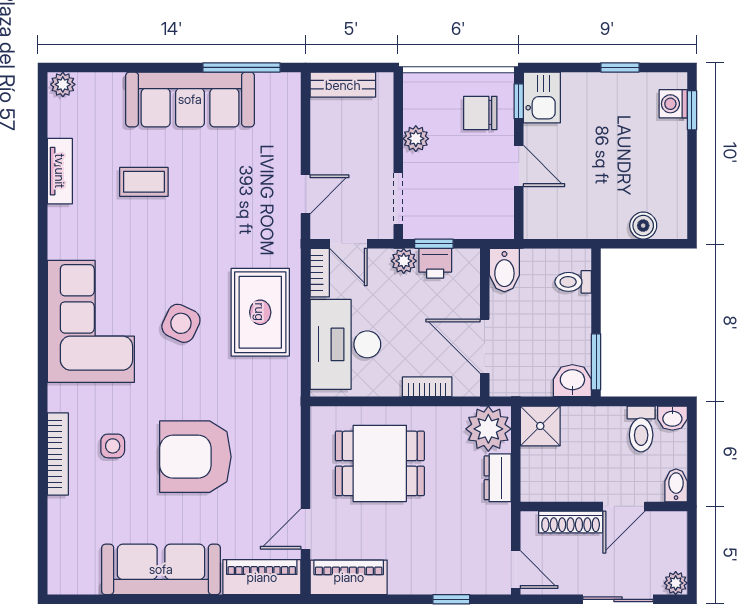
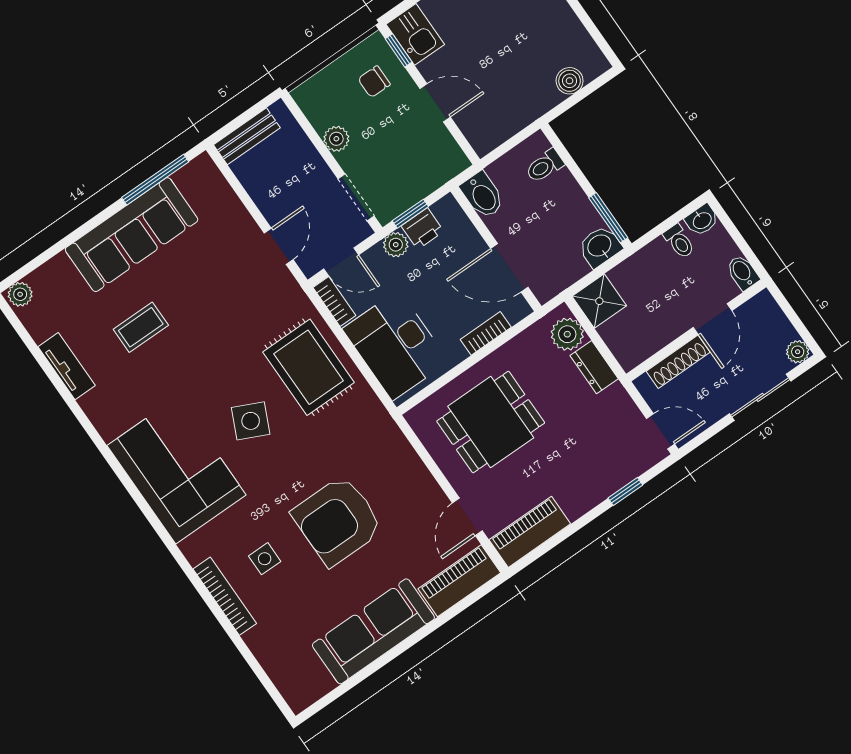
chair: (480, 113) -> (374, 82), width x0.73, depth x0.73
plant: (488, 429) -> (567, 334), width x0.73, depth x0.73
toilet: (641, 429) -> (679, 241), width x0.73, depth x0.72

